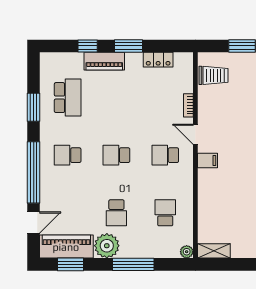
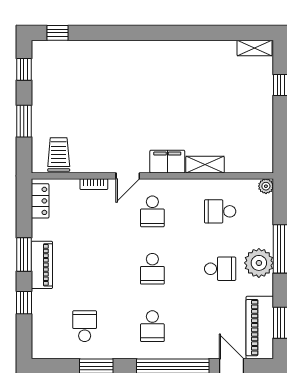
locker: (158, 60) -> (40, 201), moved
piano: (104, 61) -> (42, 265), moved
school desk: (68, 98) -> (85, 326), width x0.54
filing cabinet: (208, 160) -> (167, 162), width x2.00
plant: (107, 246) -> (259, 263), moved
shelving: (214, 251) -> (205, 165), moved, turned 90

